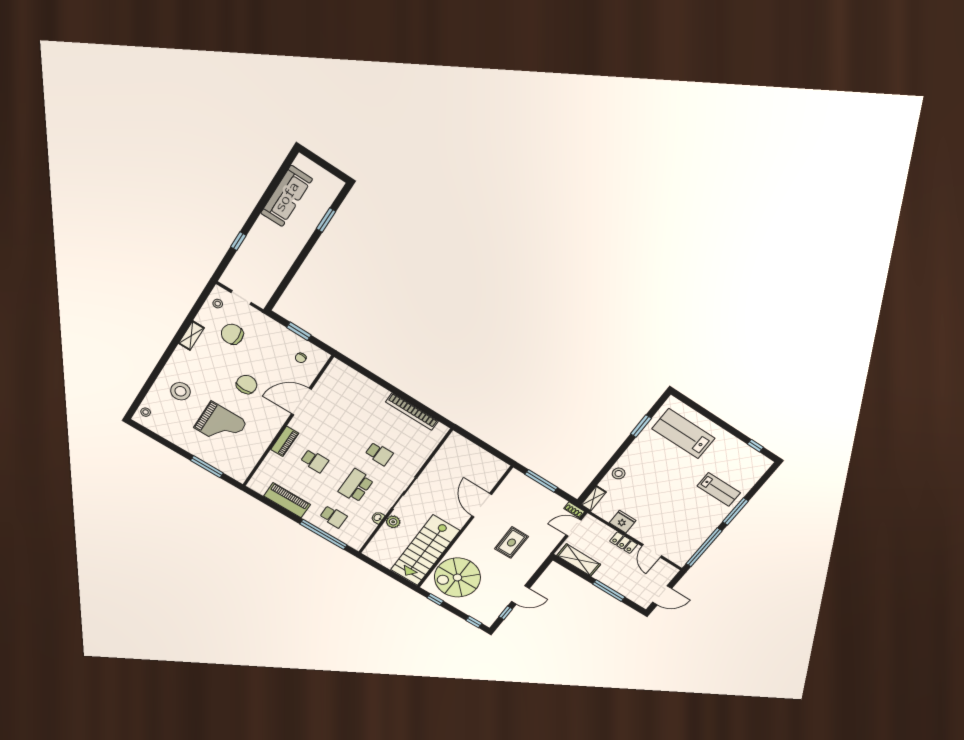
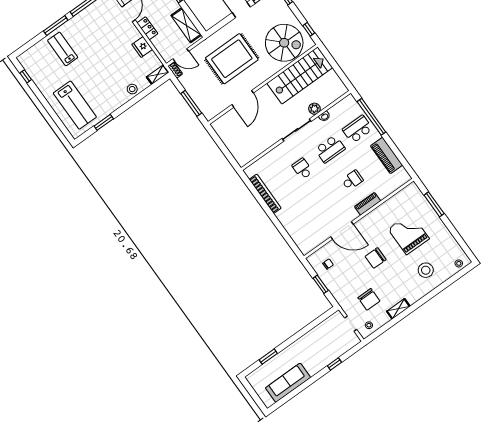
school desk: (315, 461) -> (352, 180), turned 90
school desk: (333, 517) -> (358, 129), width x1.85
rug: (511, 543) -> (232, 59), width x1.86, depth x2.06

